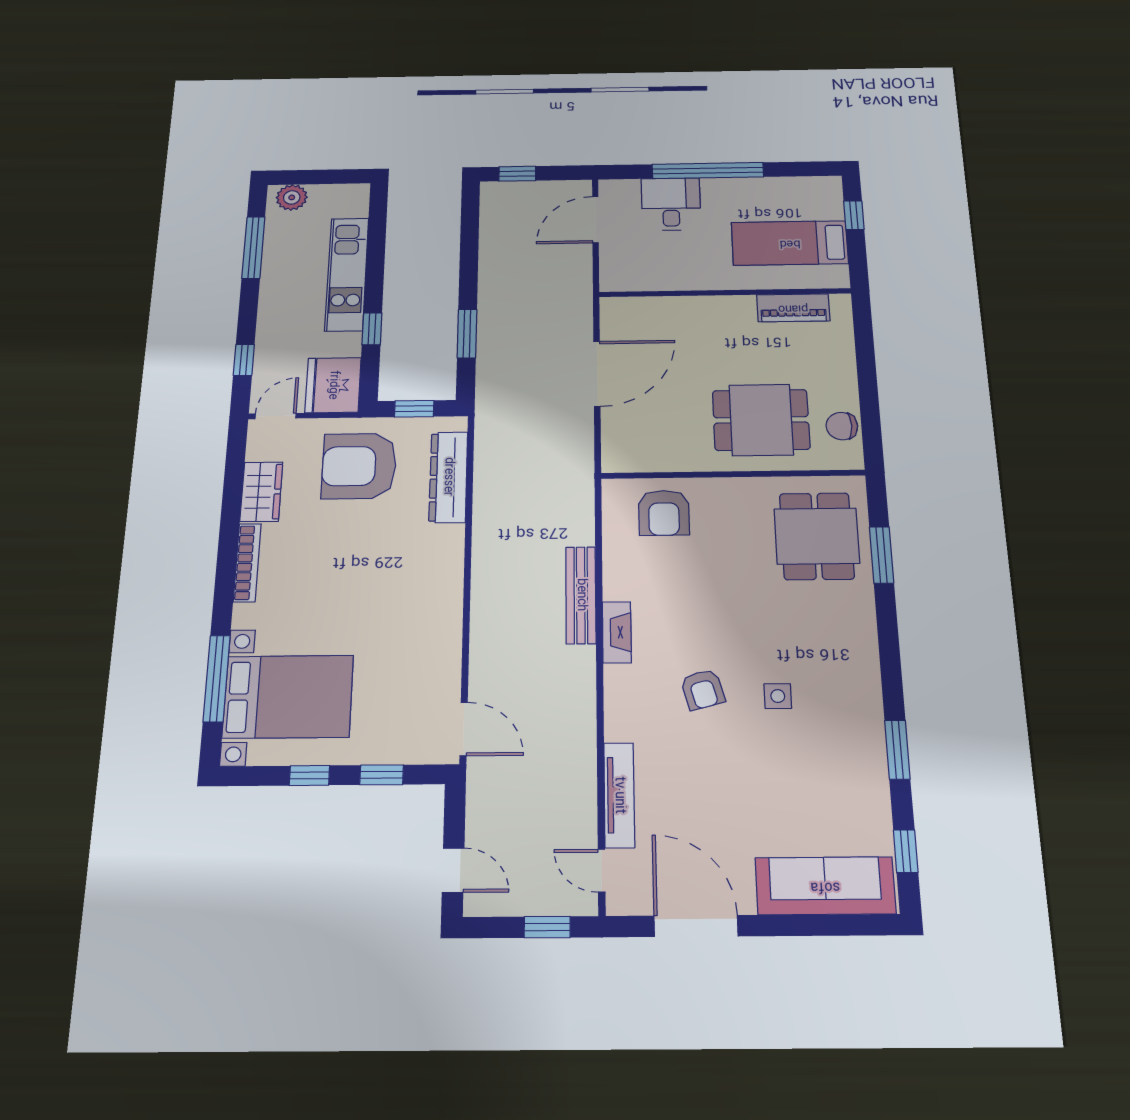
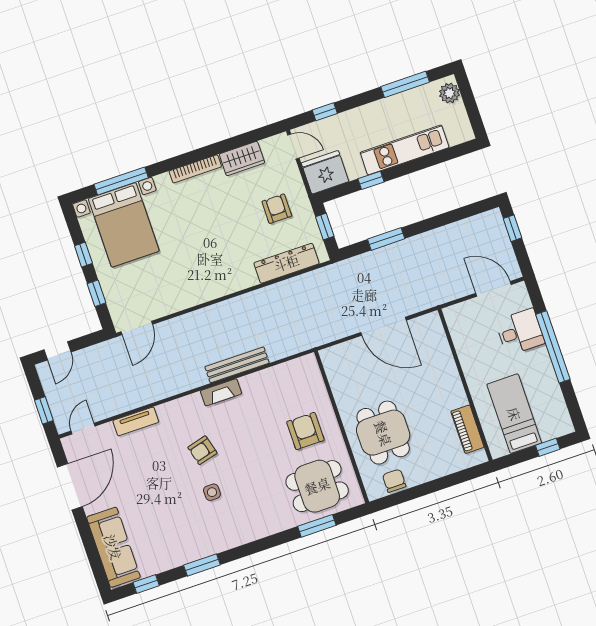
armchair: (359, 466) -> (277, 209), width x0.53, depth x0.53
armchair: (664, 513) -> (305, 431), moved, turned 90
tv unit: (619, 795) -> (136, 421), width x0.71

